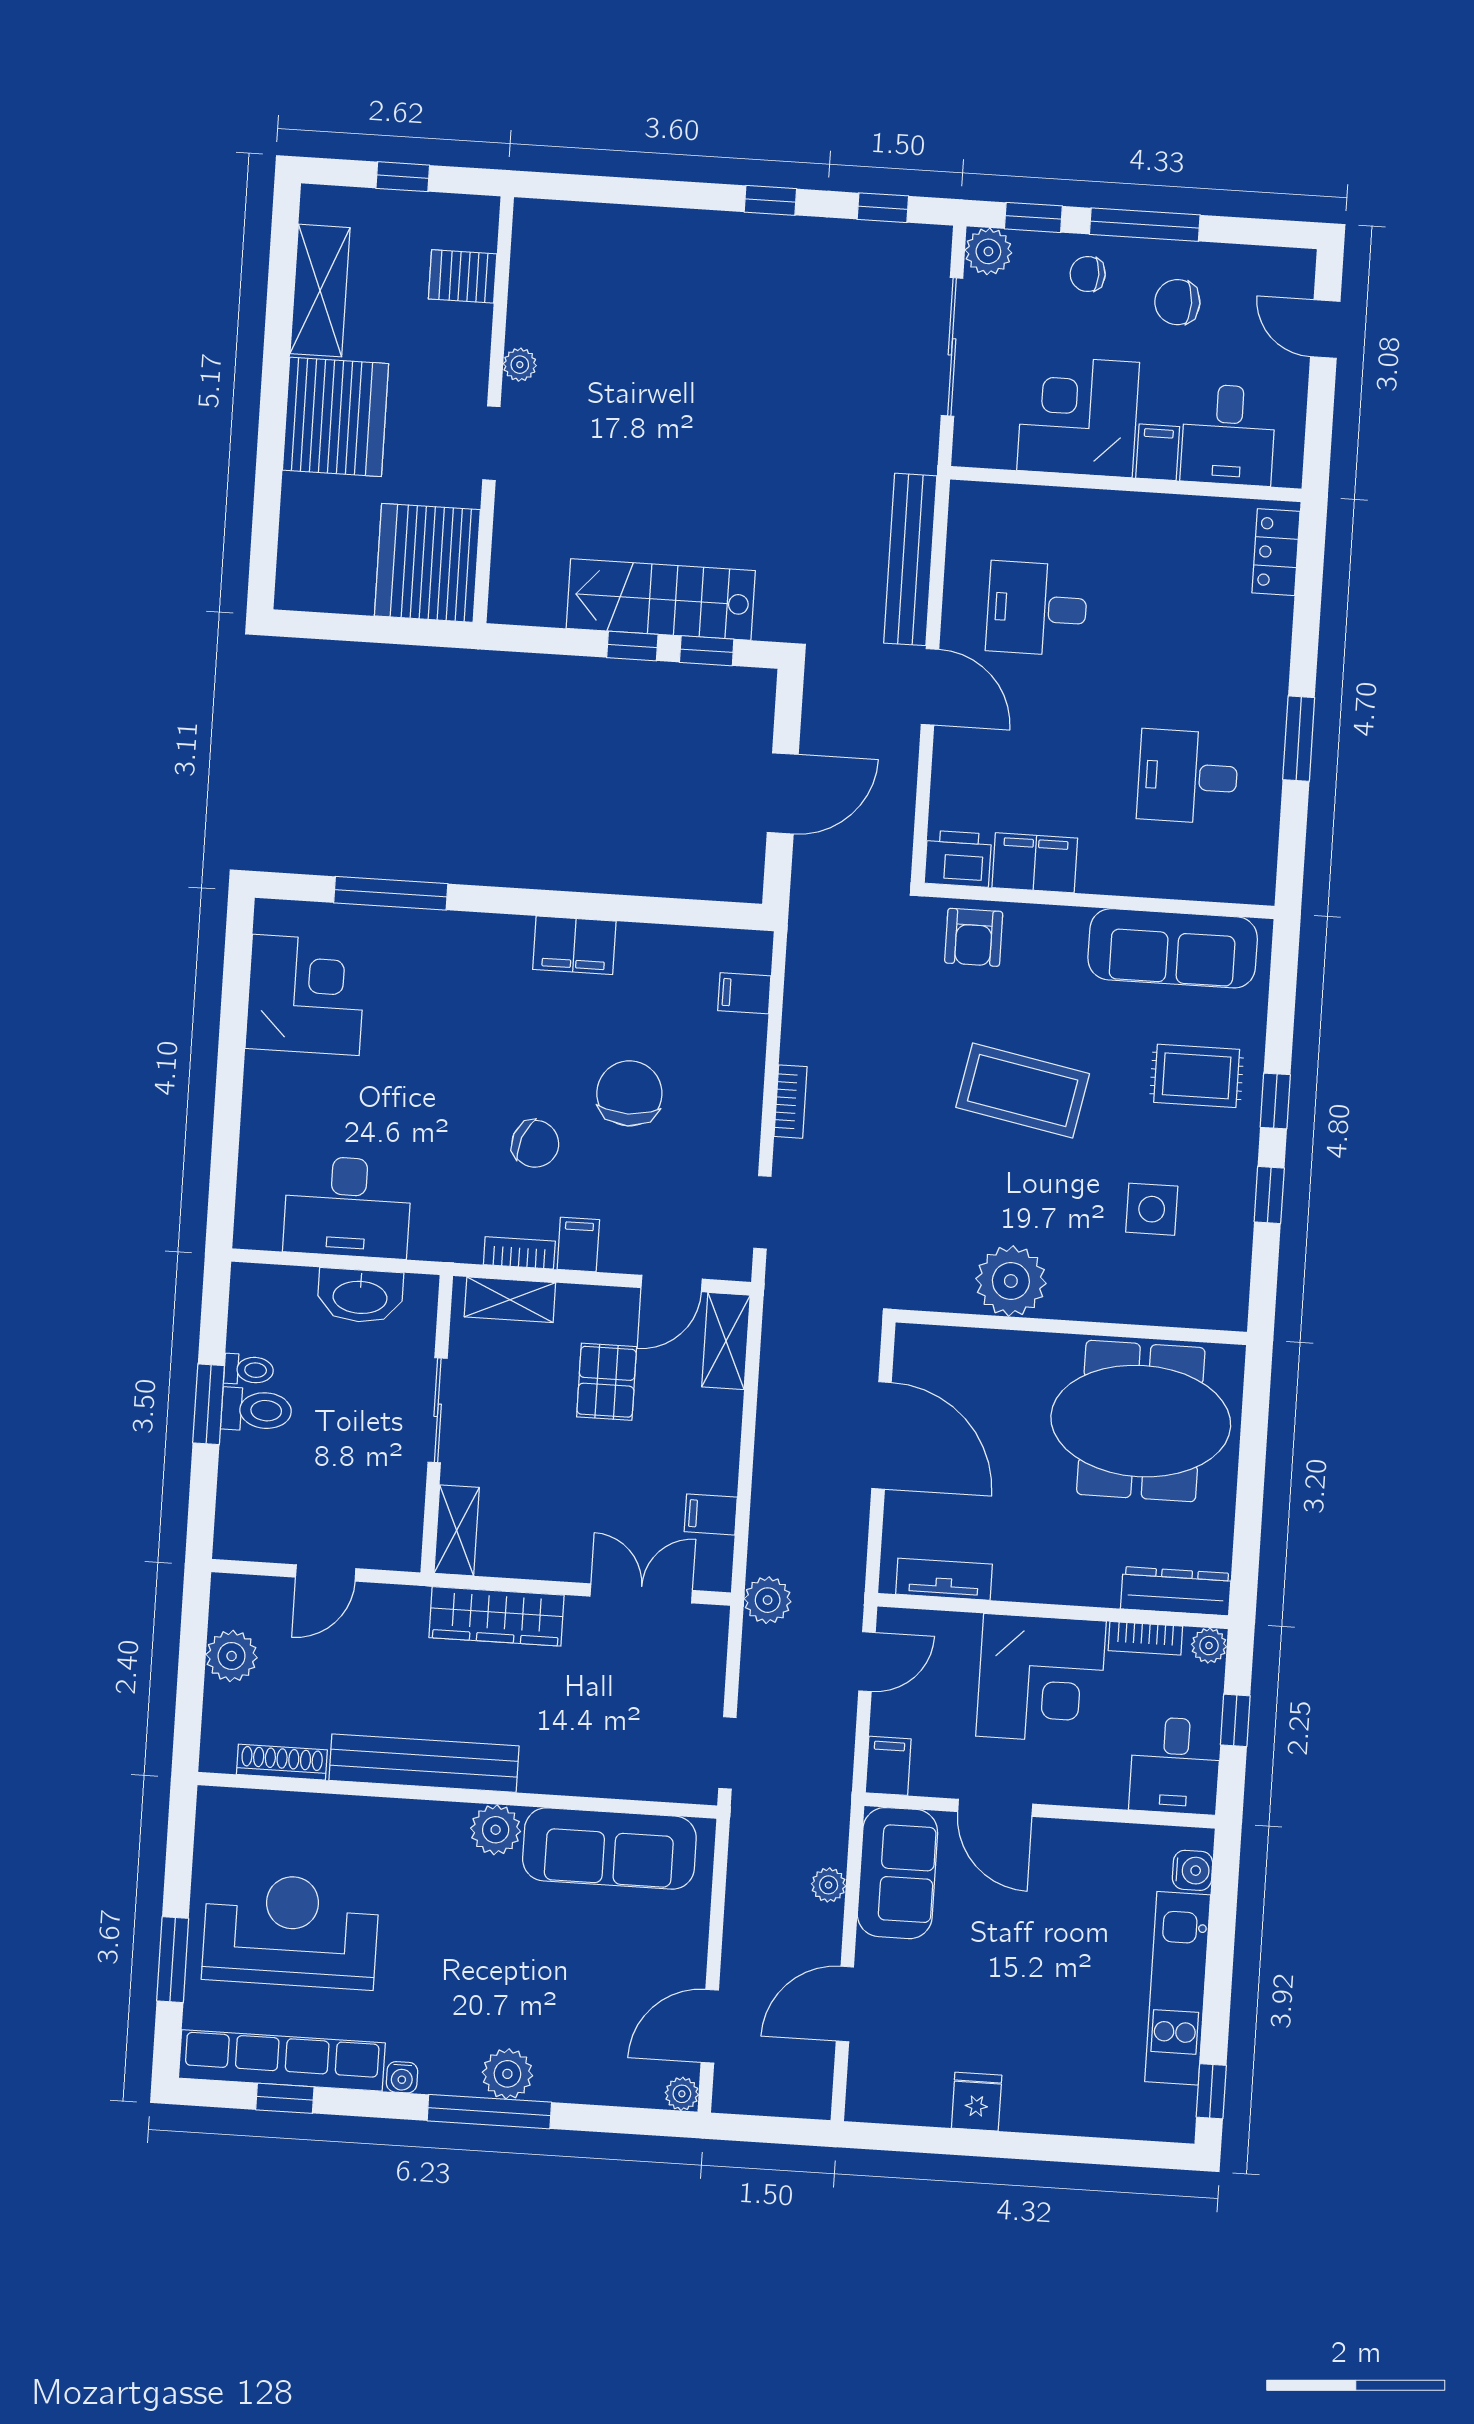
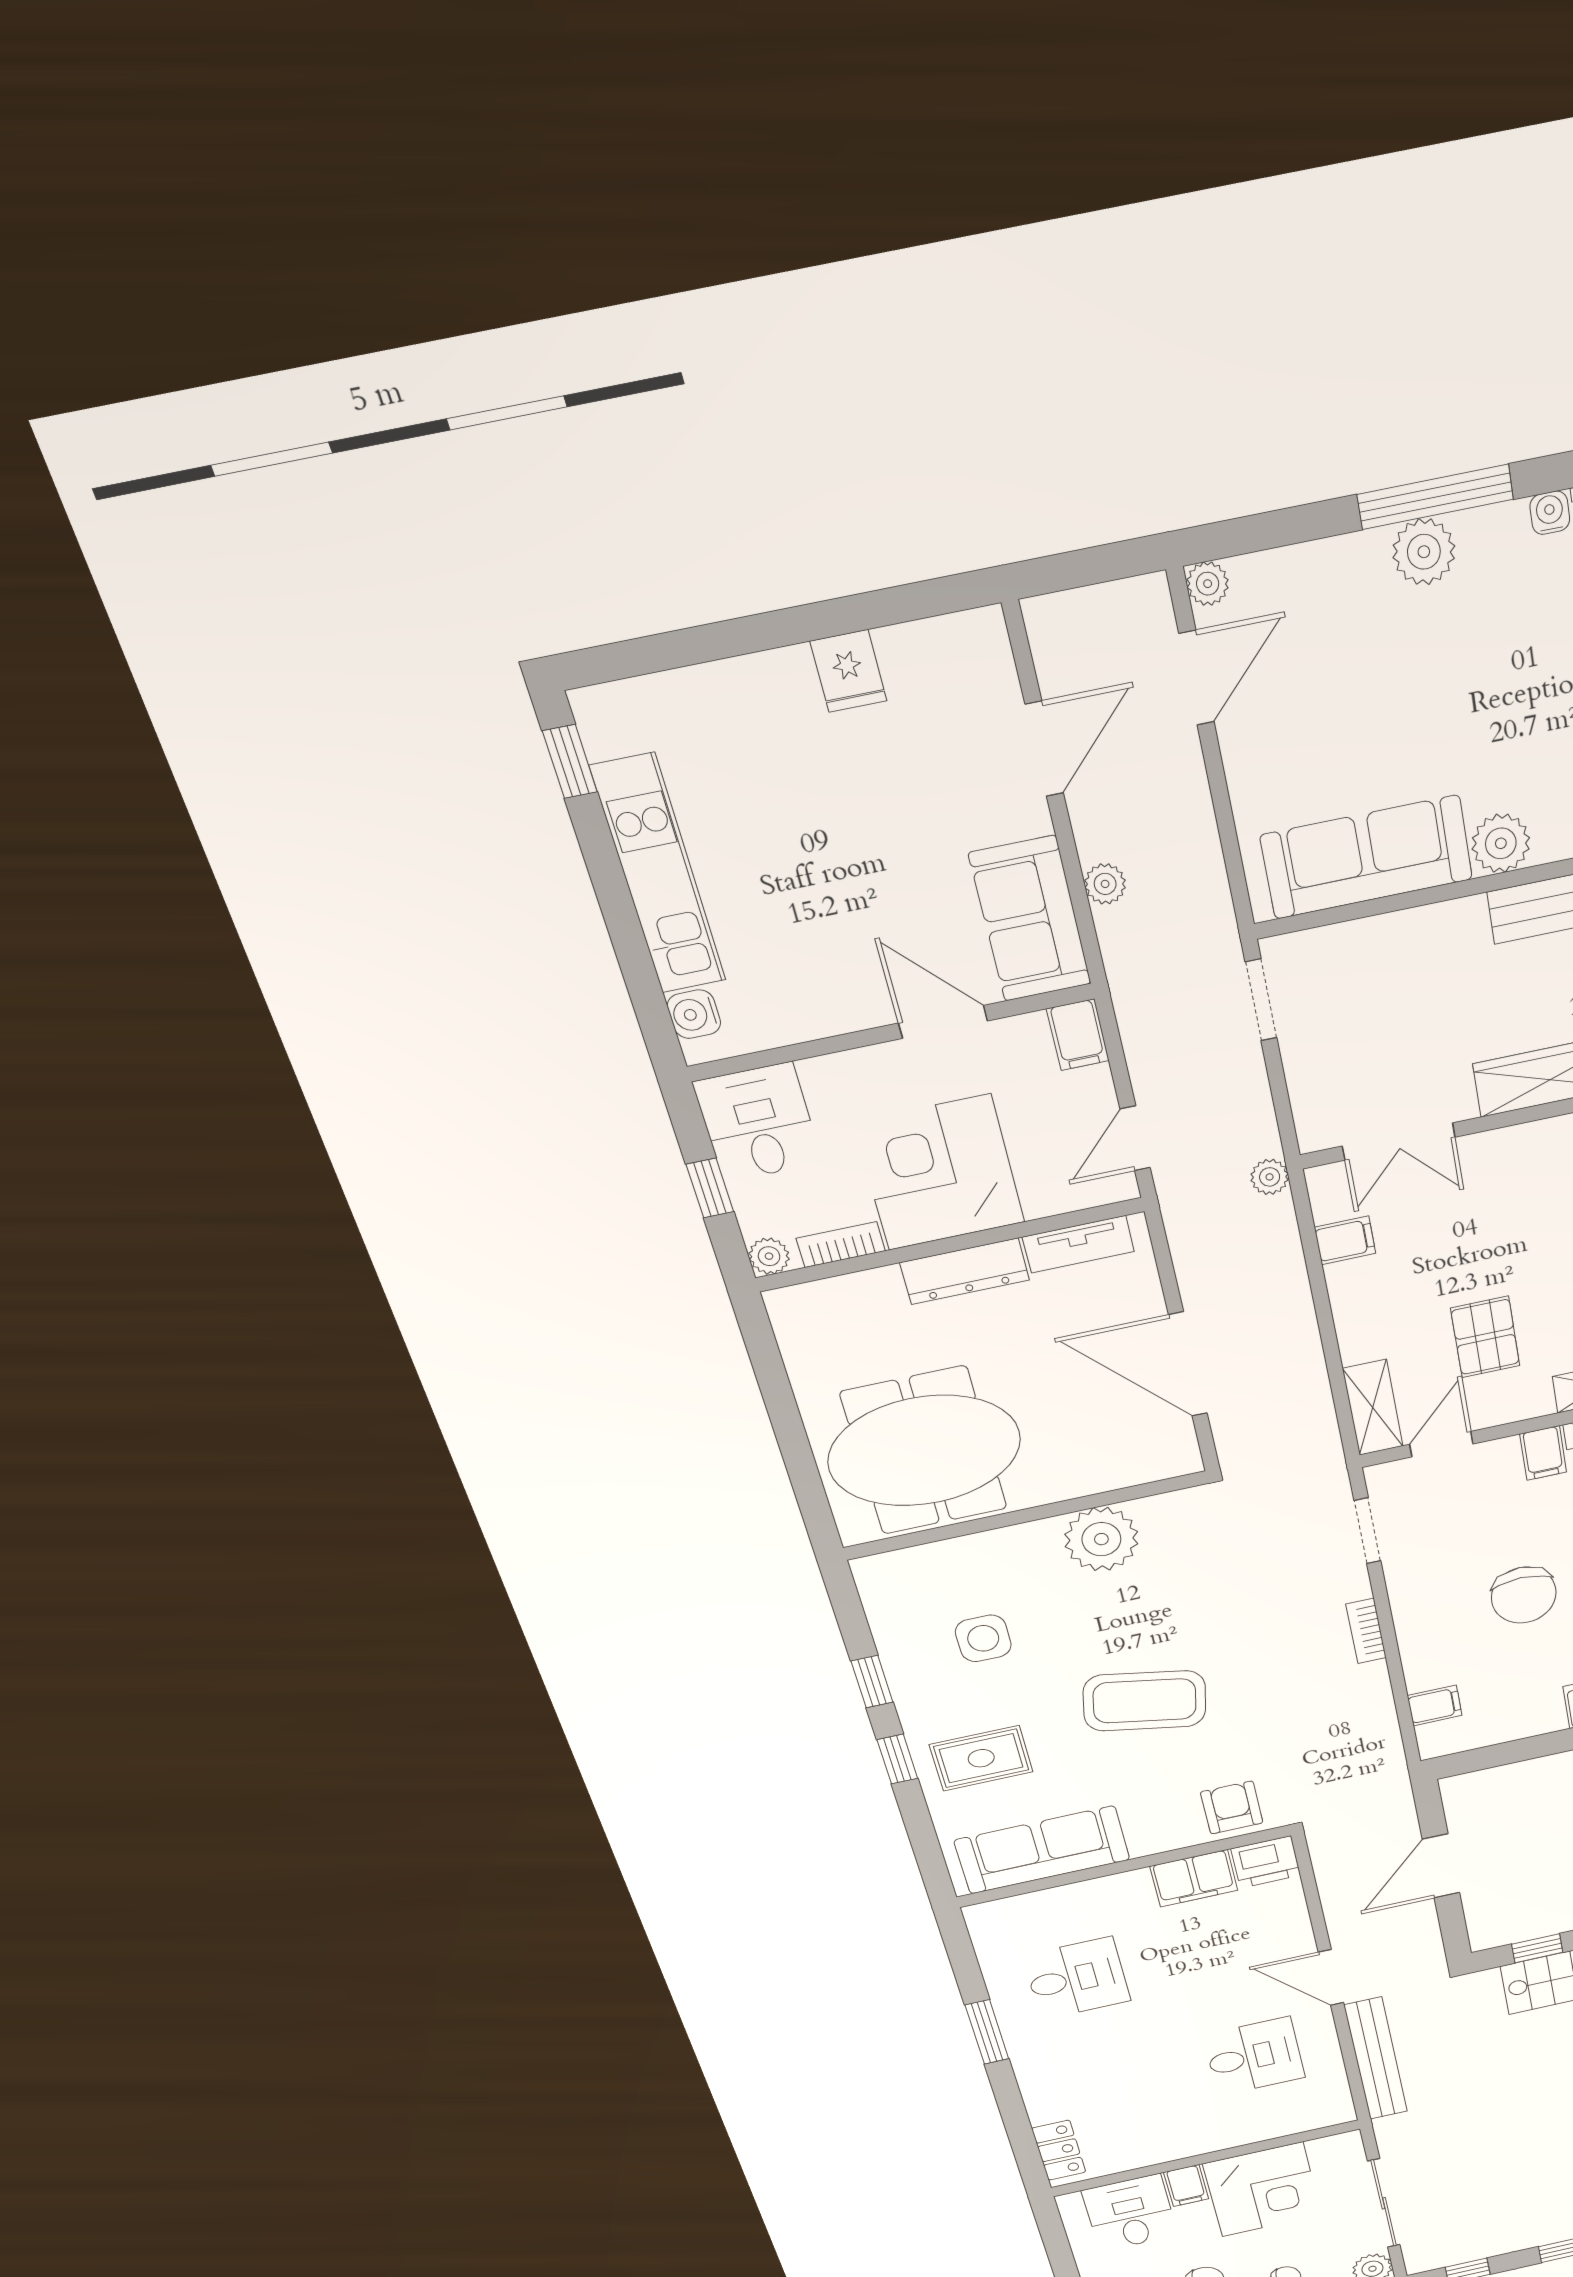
dresser: (1176, 1591) -> (965, 1271), moved
plant: (768, 1600) -> (1270, 1177), width x0.73, depth x0.73

